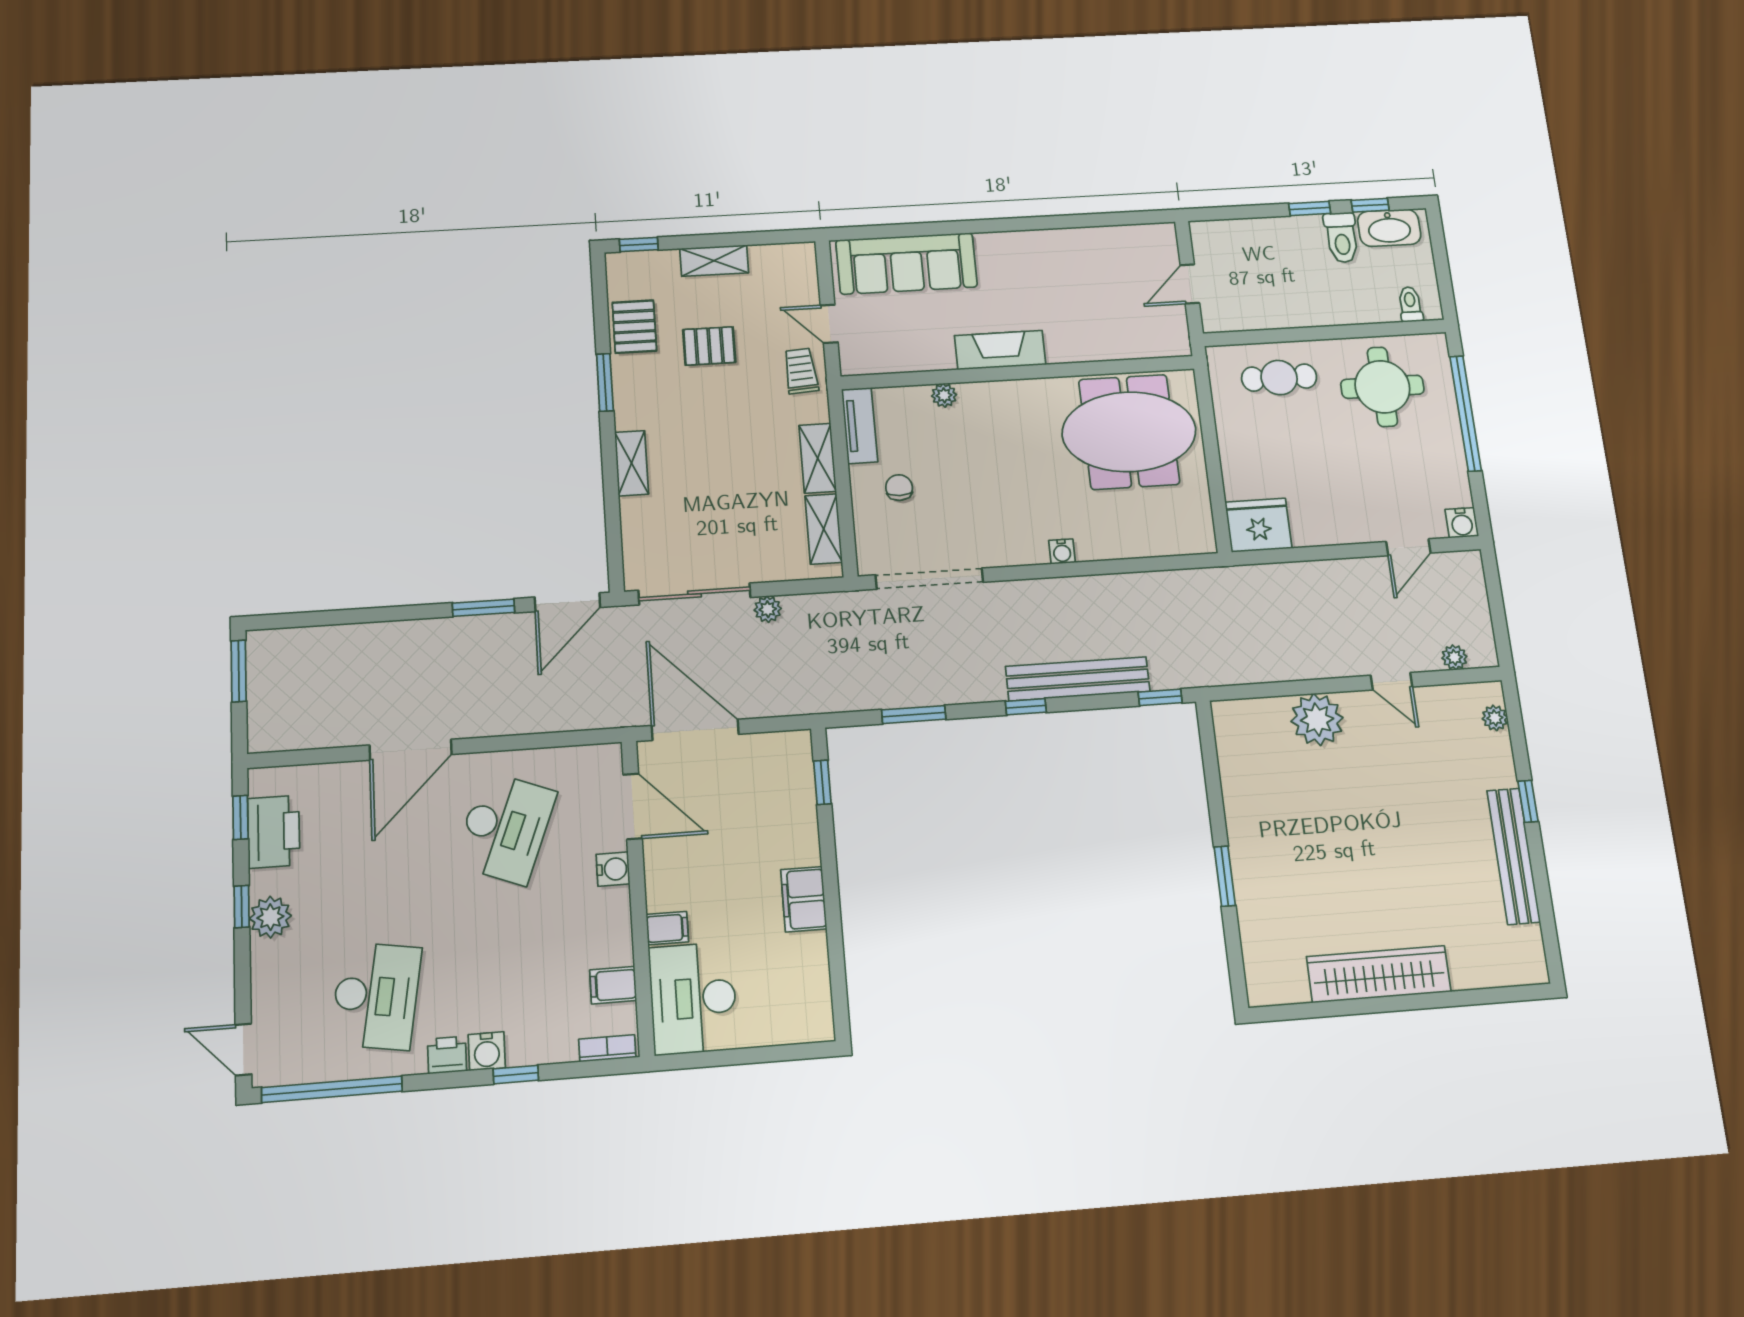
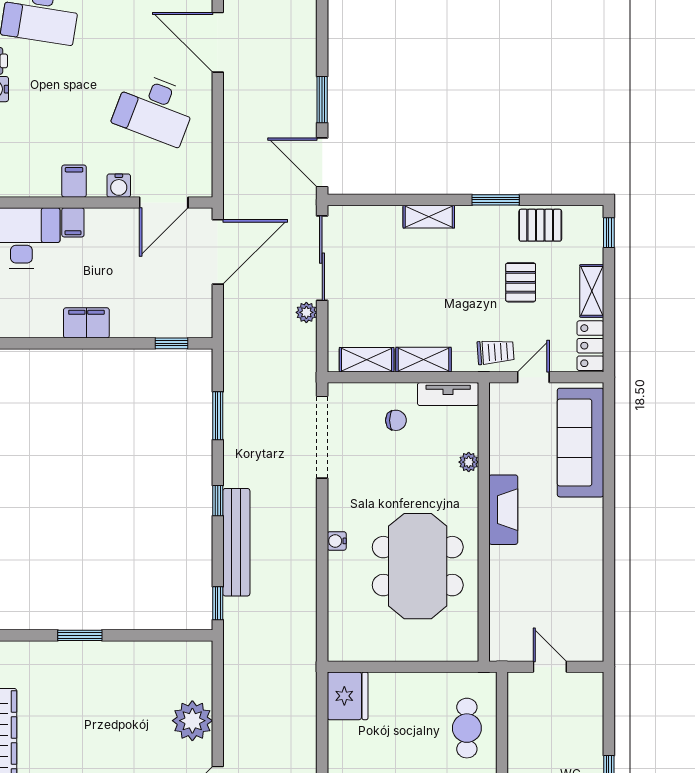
locker: (784, 259) -> (590, 346), added
meeting table: (1129, 432) -> (418, 566), moved
filing cabinet: (613, 985) -> (74, 181), moved

